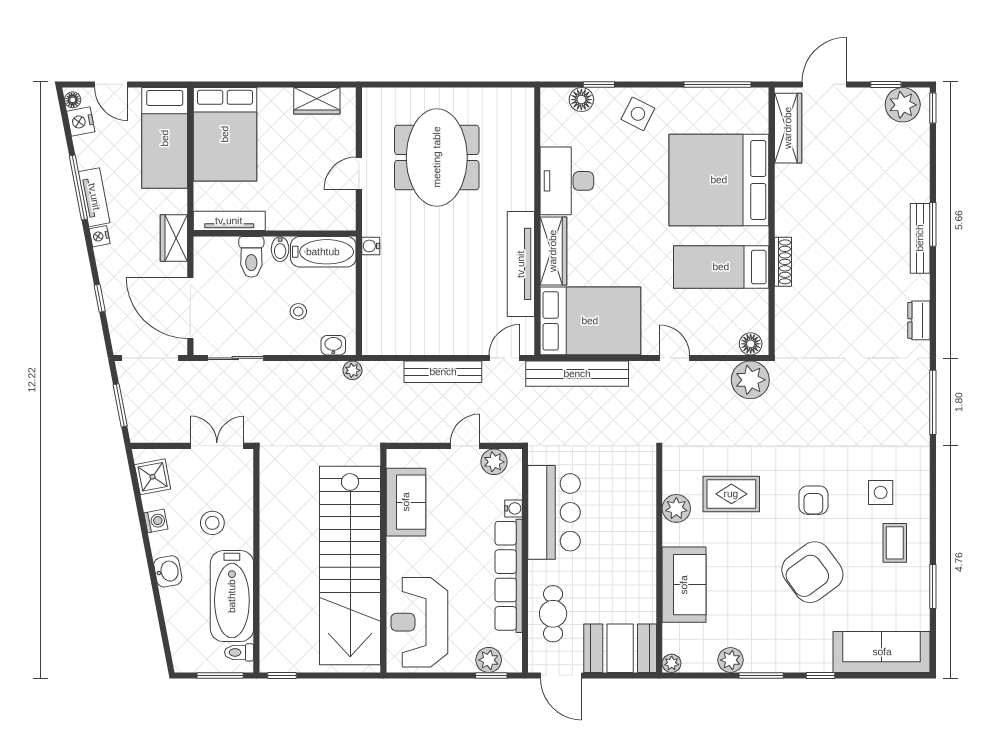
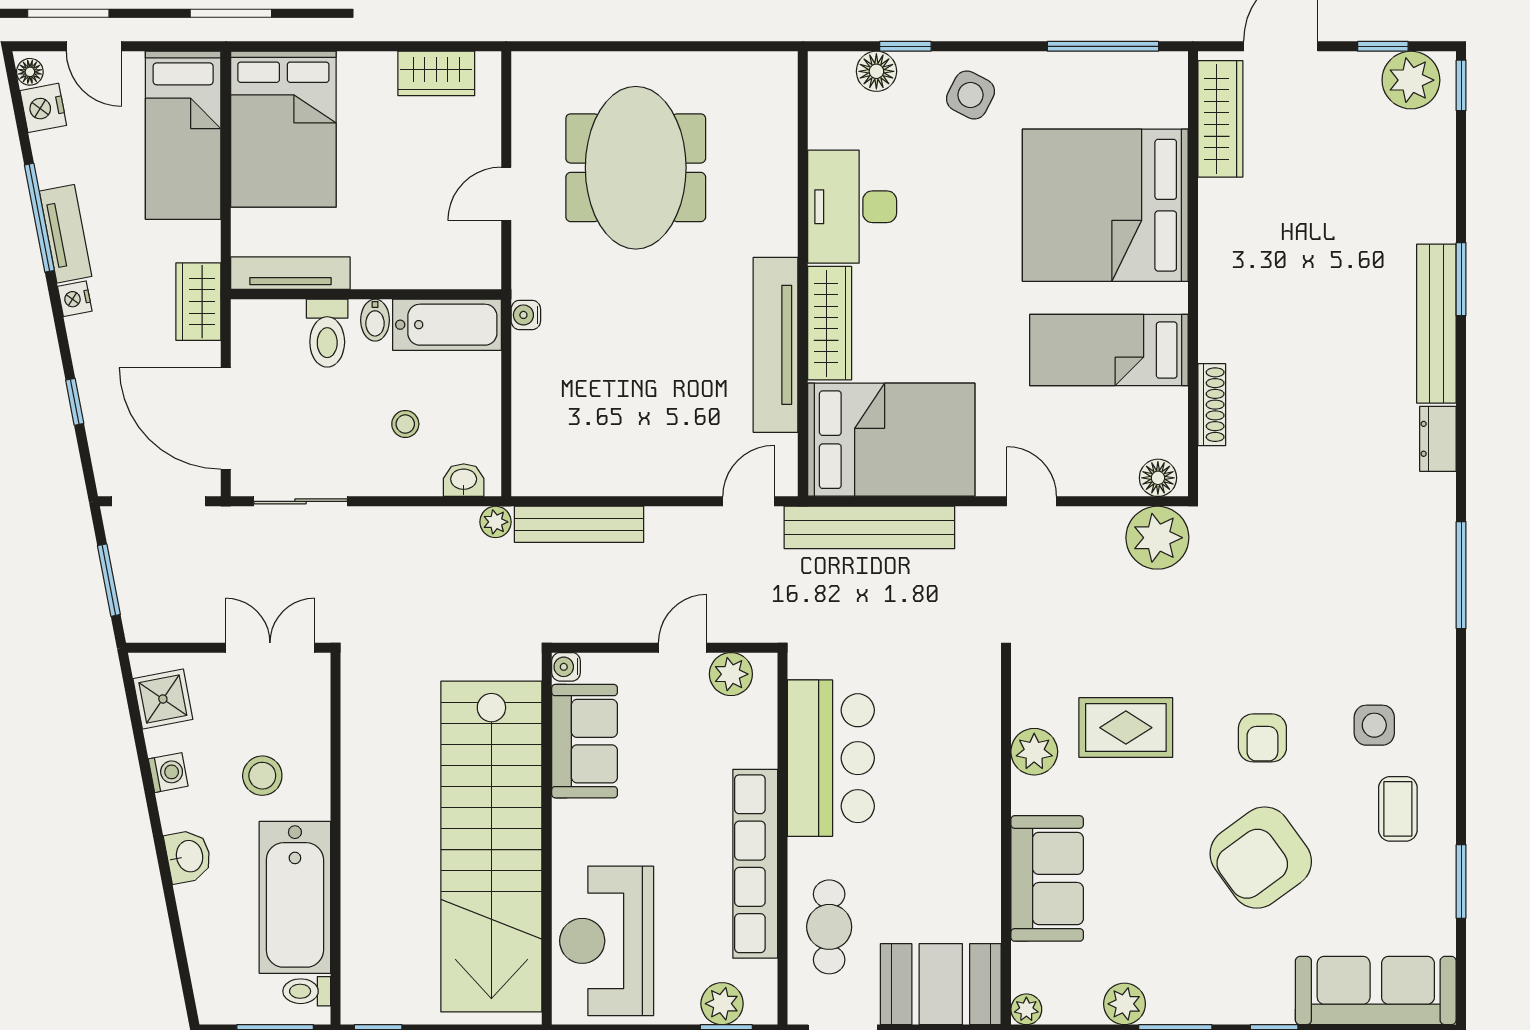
bench: (920, 238) -> (1436, 324), width x1.37, depth x1.21
shoe rack: (783, 262) -> (1212, 405), moved
bench: (443, 372) -> (579, 524), moved
water cooler: (513, 508) -> (566, 667), moved, turned 180

